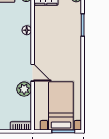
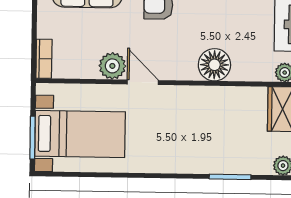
floor lamp: (27, 30) -> (214, 65), width x1.89, depth x1.89
door: (33, 73) -> (143, 82), swing flipped

